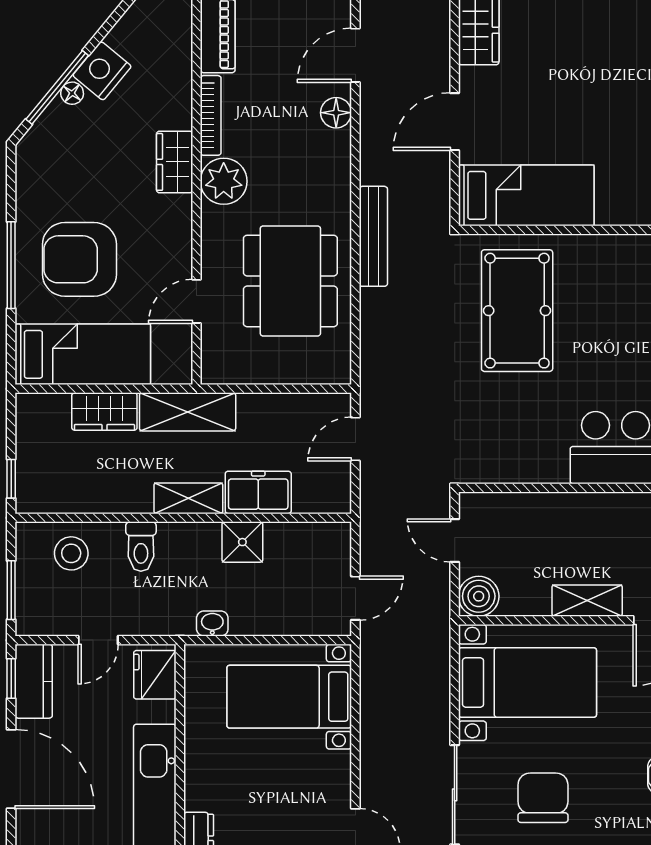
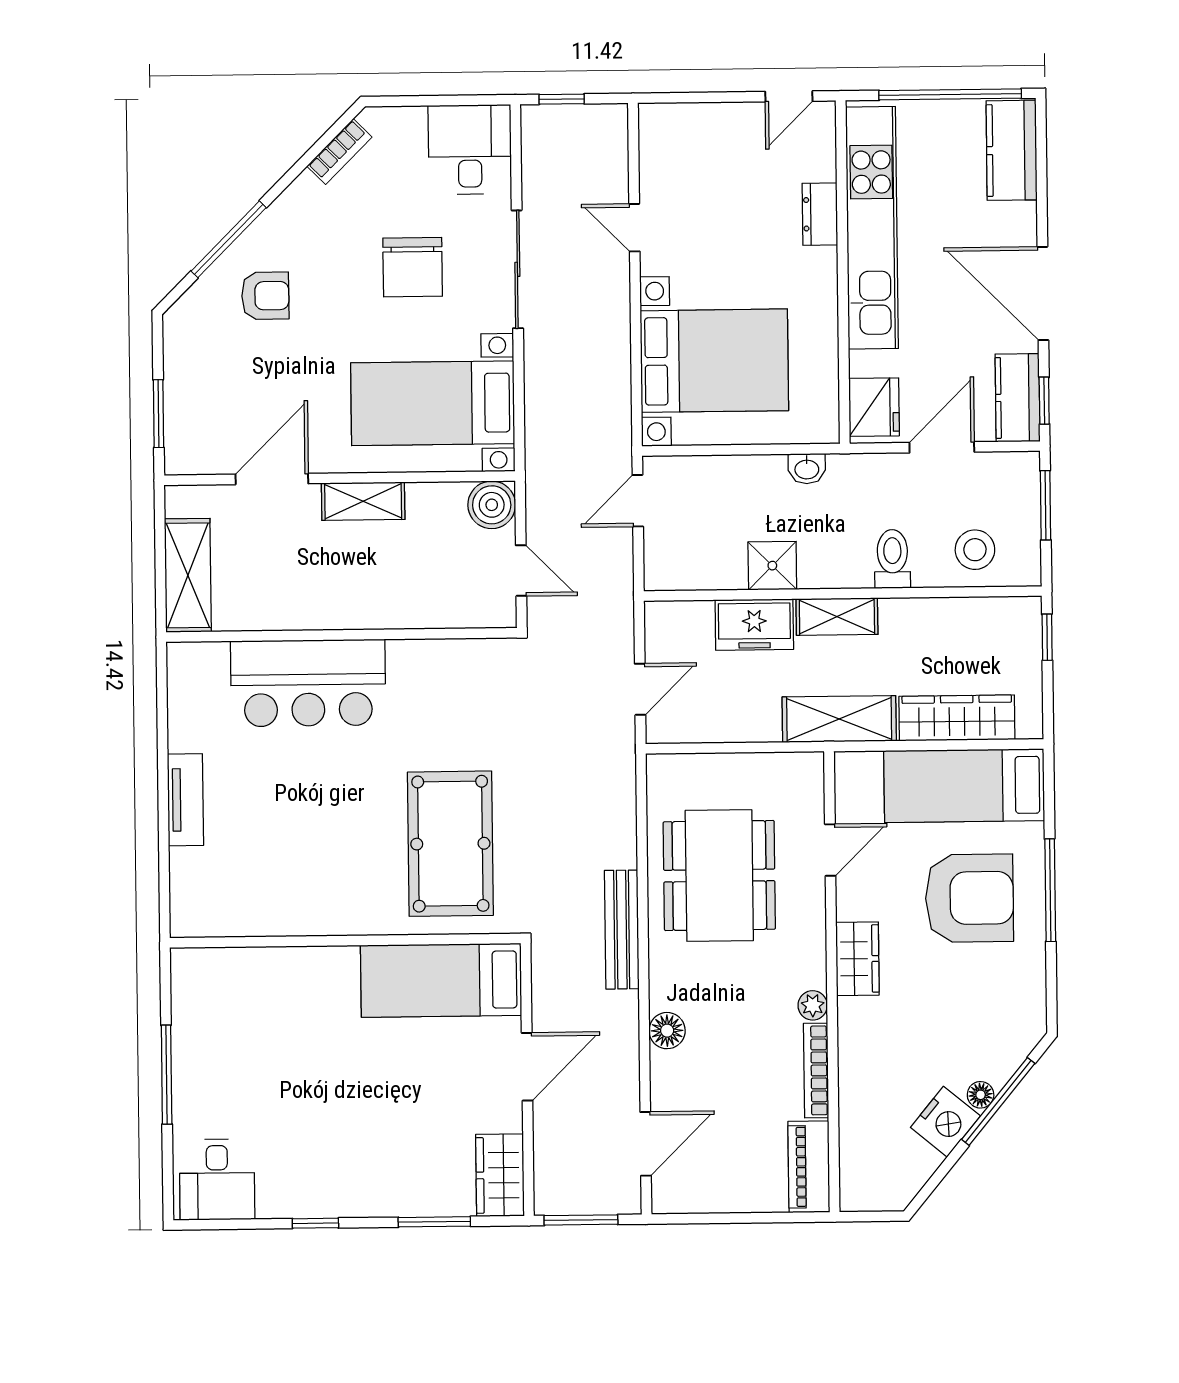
floor lamp: (336, 113) -> (667, 1031), moved
wardrobe: (175, 162) -> (857, 959), moved
plant: (224, 181) -> (813, 1005), width x0.53, depth x0.53
wardrobe: (104, 412) -> (957, 718), width x1.50
door: (98, 640) -> (942, 447), width x1.38
bed with nightstands: (289, 697) -> (714, 361), width x1.36

